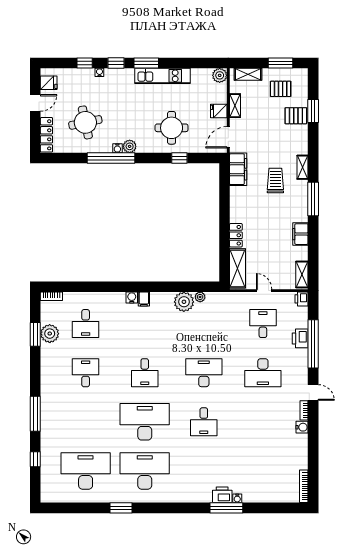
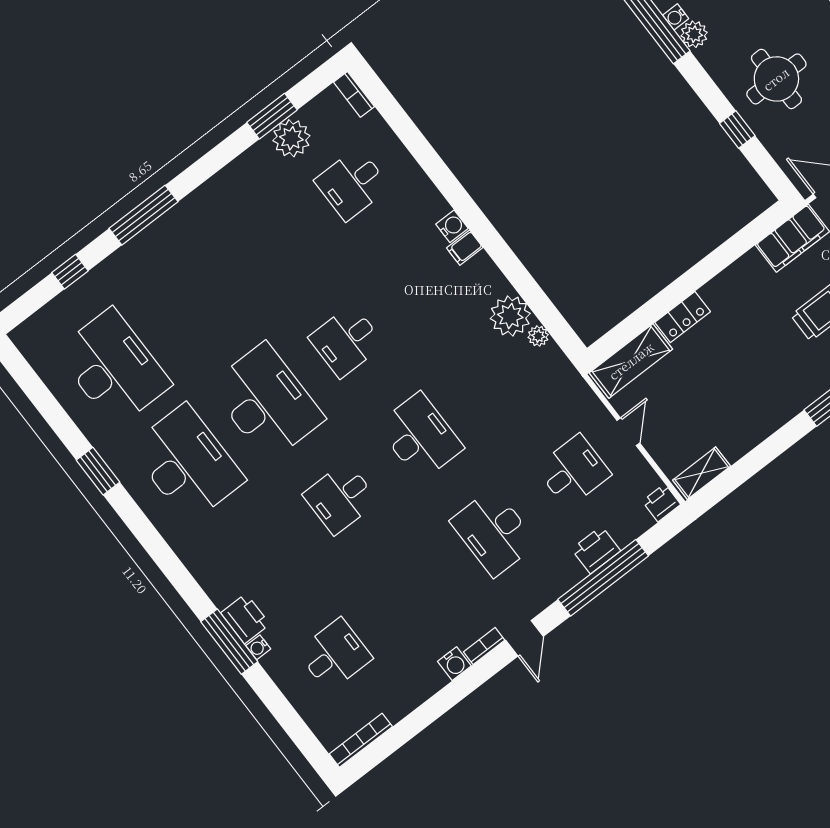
filing cabinet: (300, 234) -> (765, 420), removed
desk: (86, 373) -> (335, 655), moved

